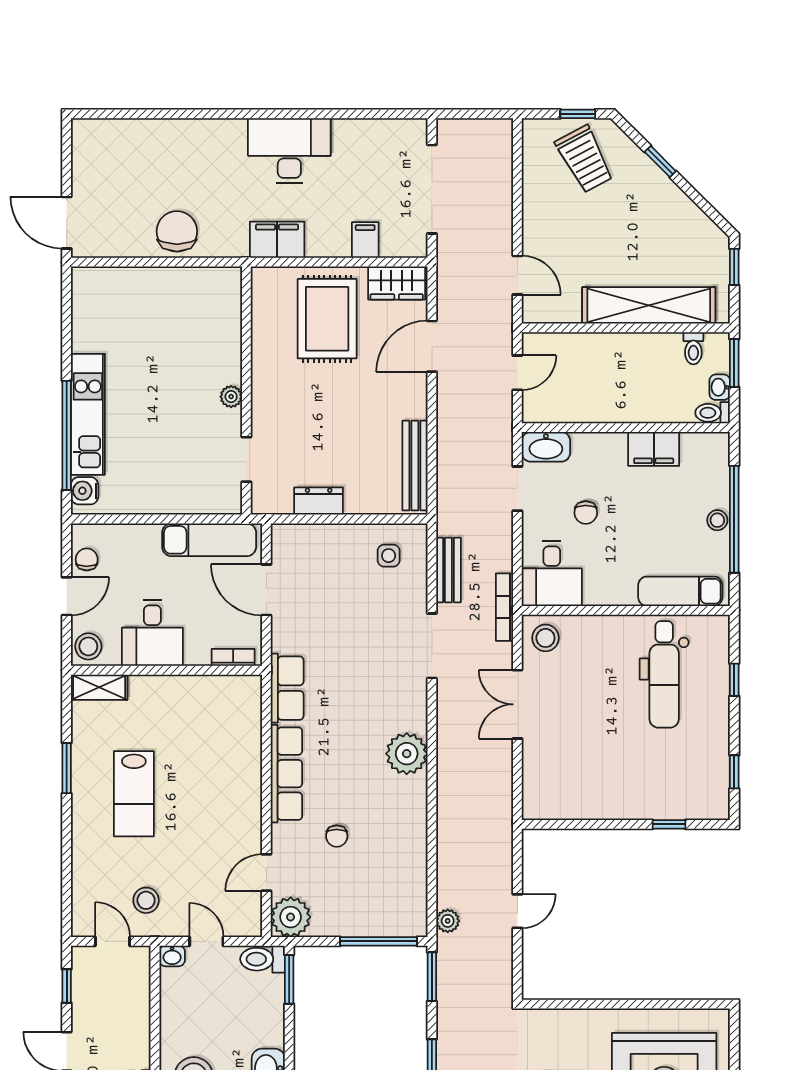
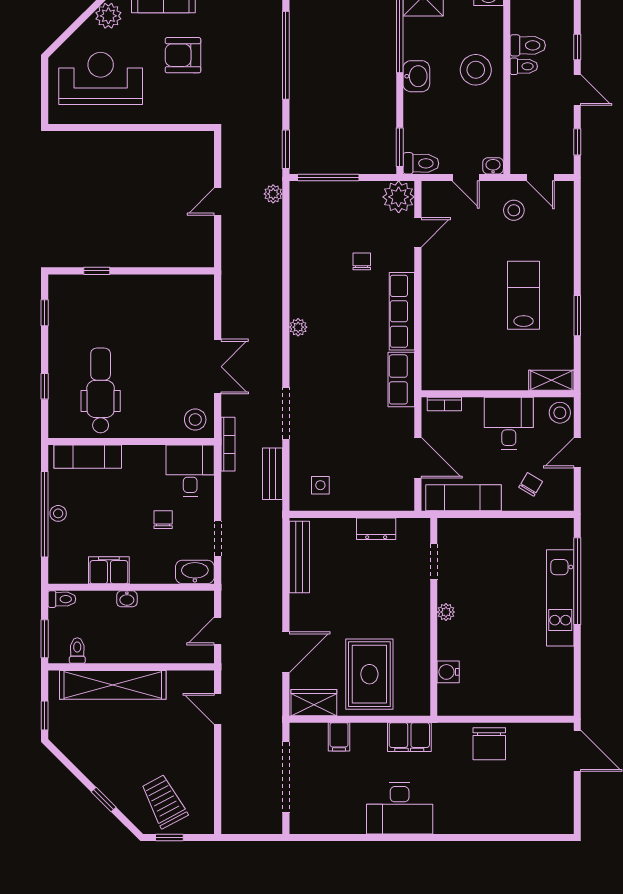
washbasin: (720, 387) -> (127, 599), moved, turned 90
water cooler: (85, 491) -> (448, 672), moved, turned 180
chair: (87, 559) -> (531, 484), moved, turned -149
plant: (407, 754) -> (298, 327), width x0.53, depth x0.53

